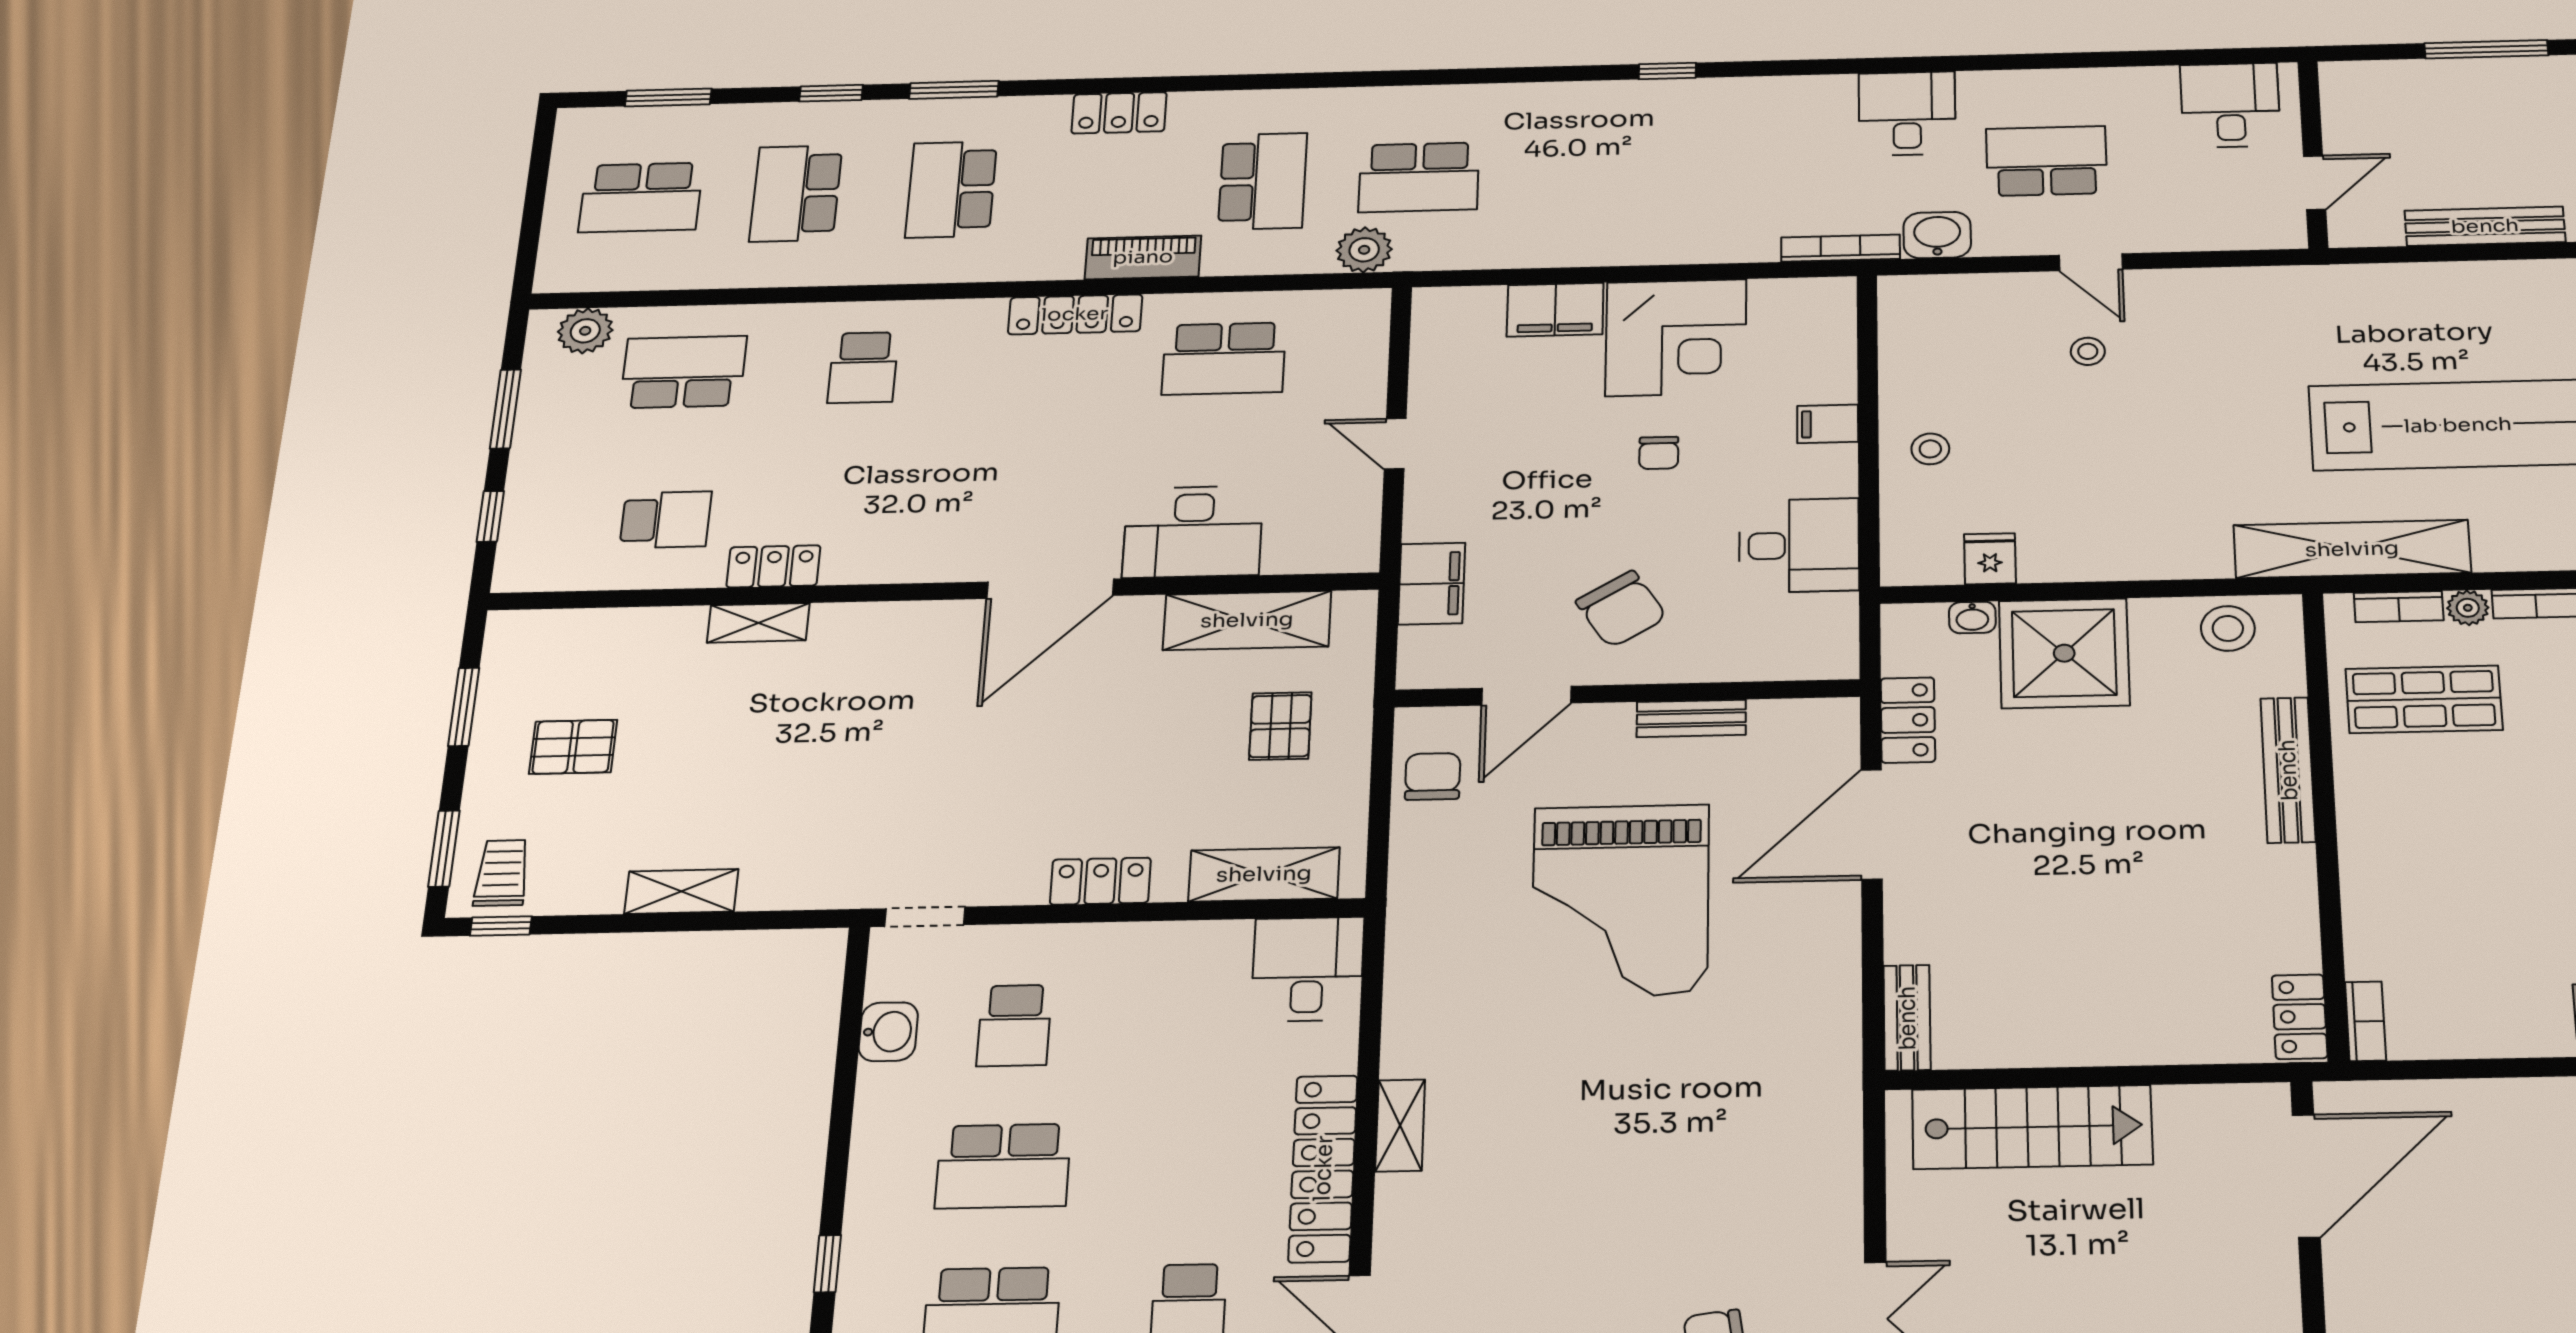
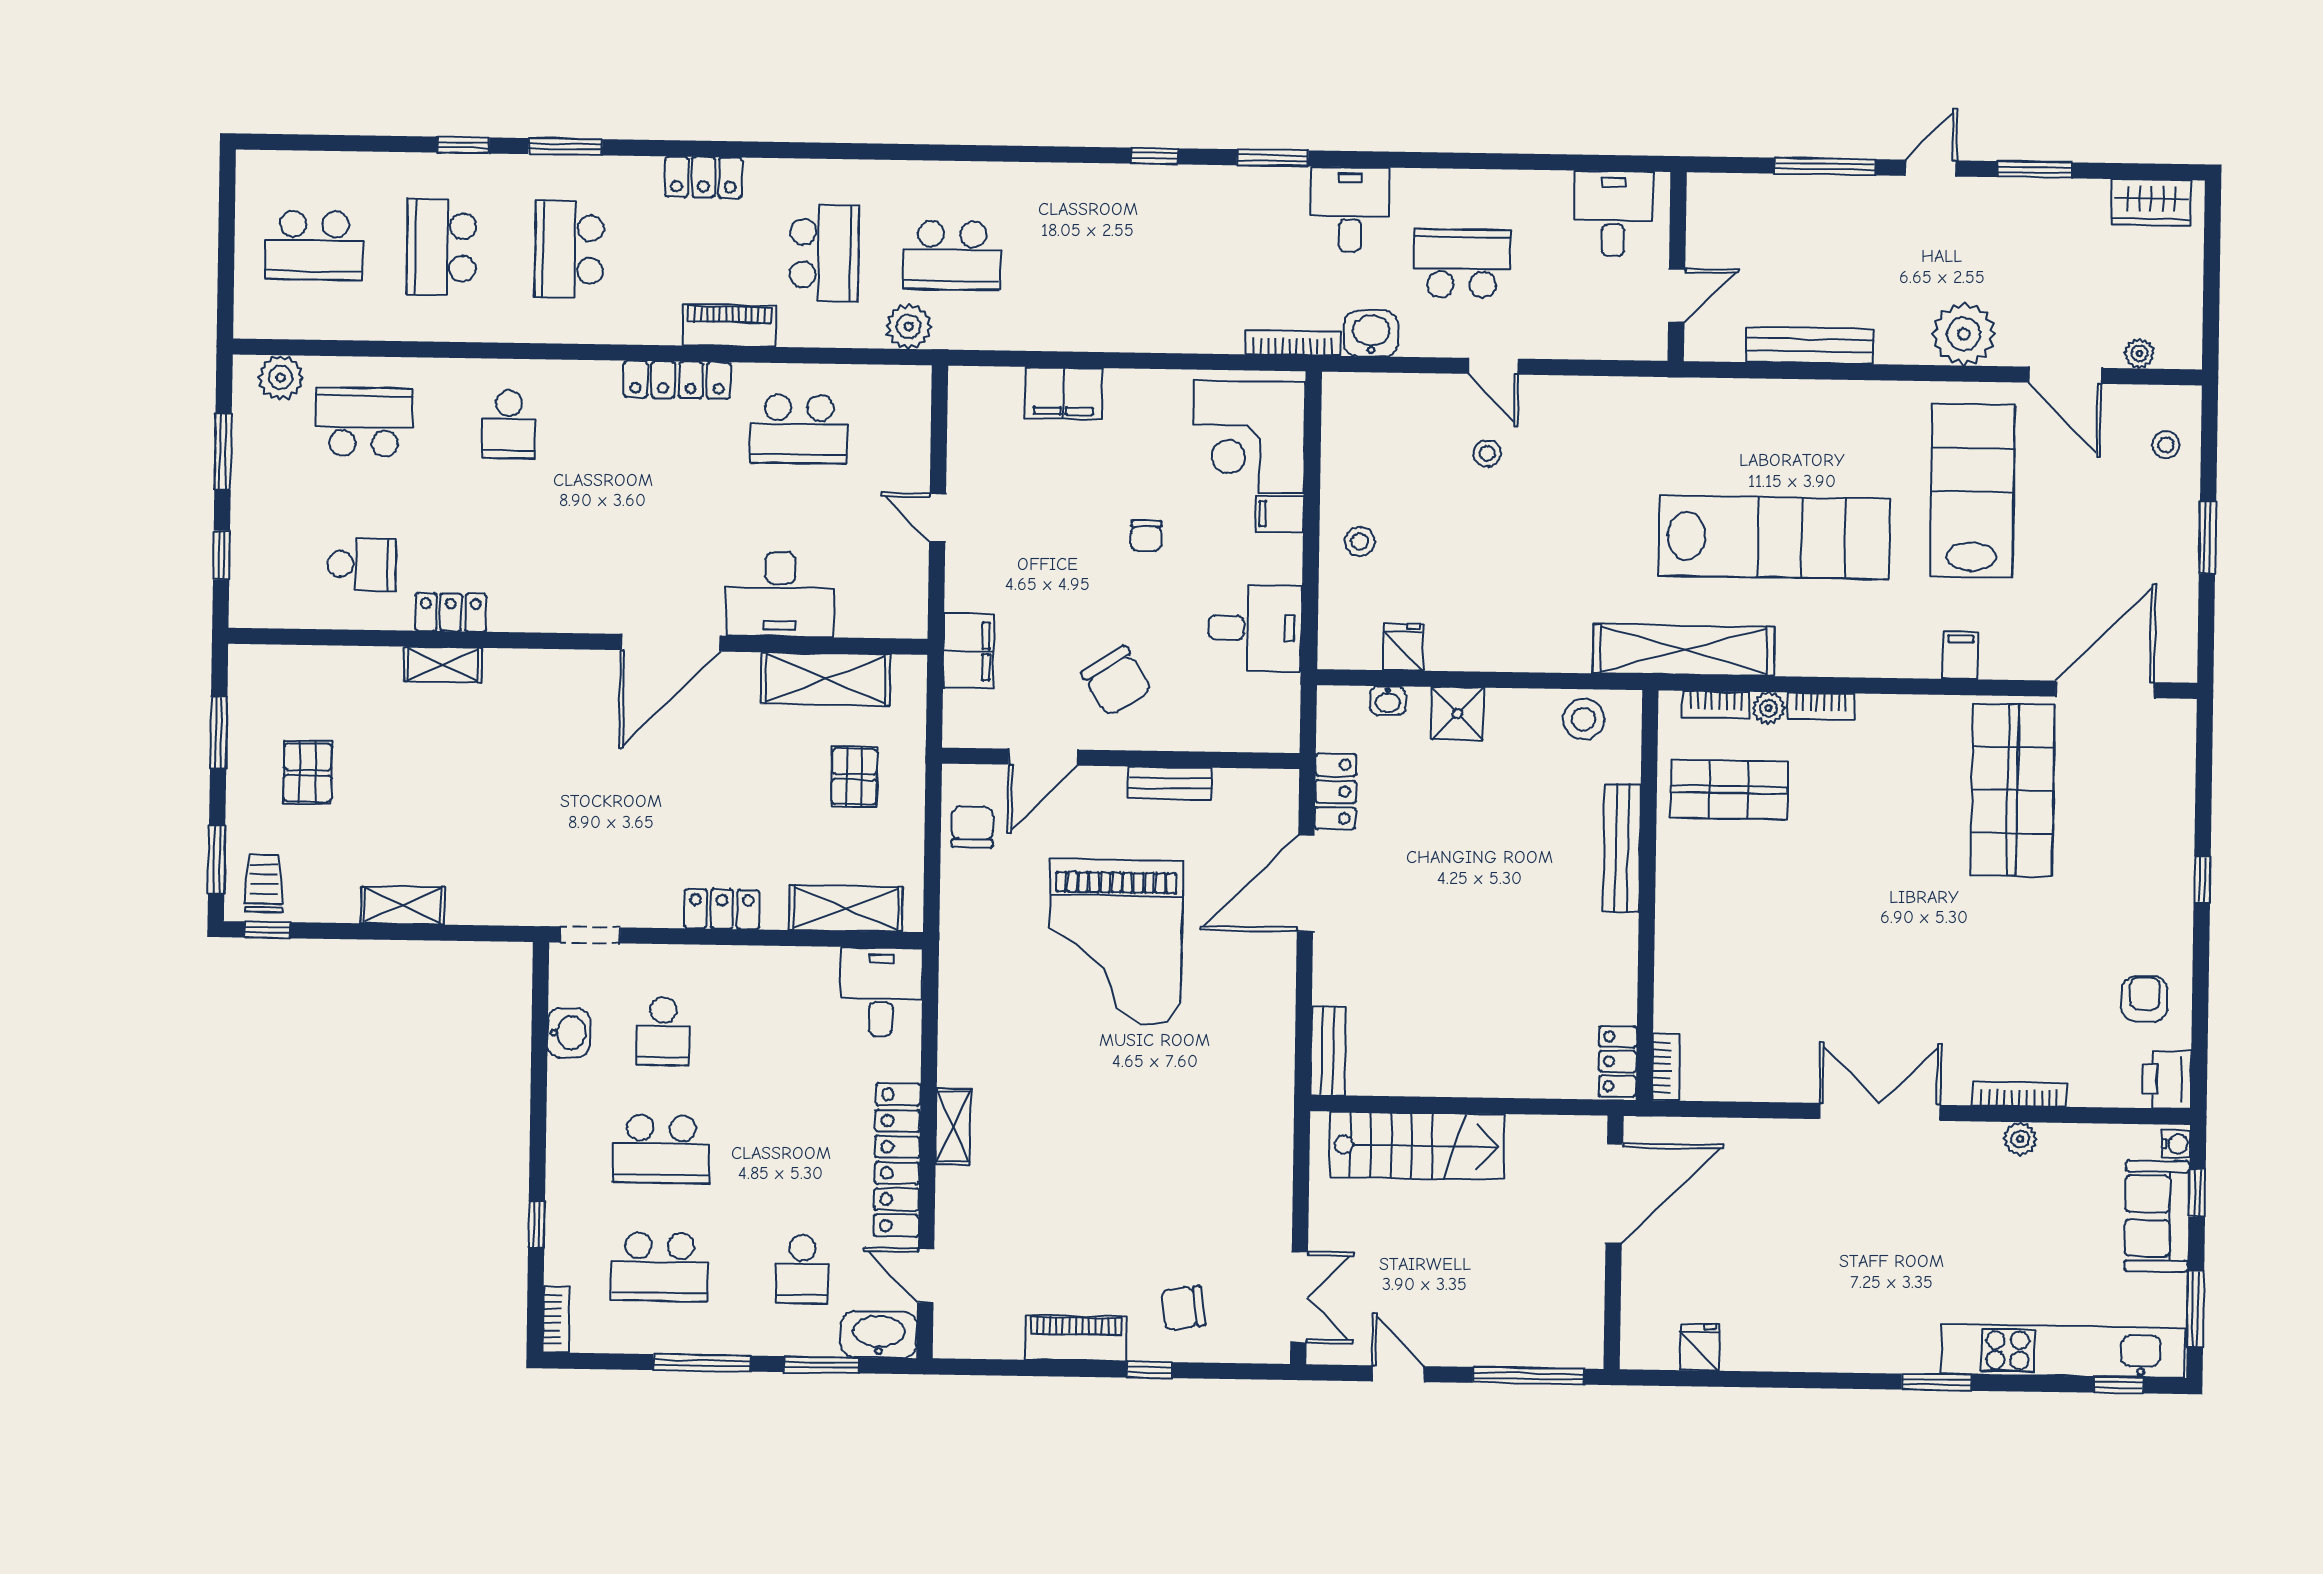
window: (668, 97) -> (1272, 158), moved
corner desk: (1676, 337) -> (1249, 437), moved, turned 90
shower: (2064, 653) -> (1457, 714), width x0.54, depth x0.54
pallet: (573, 747) -> (308, 772), turned 90

